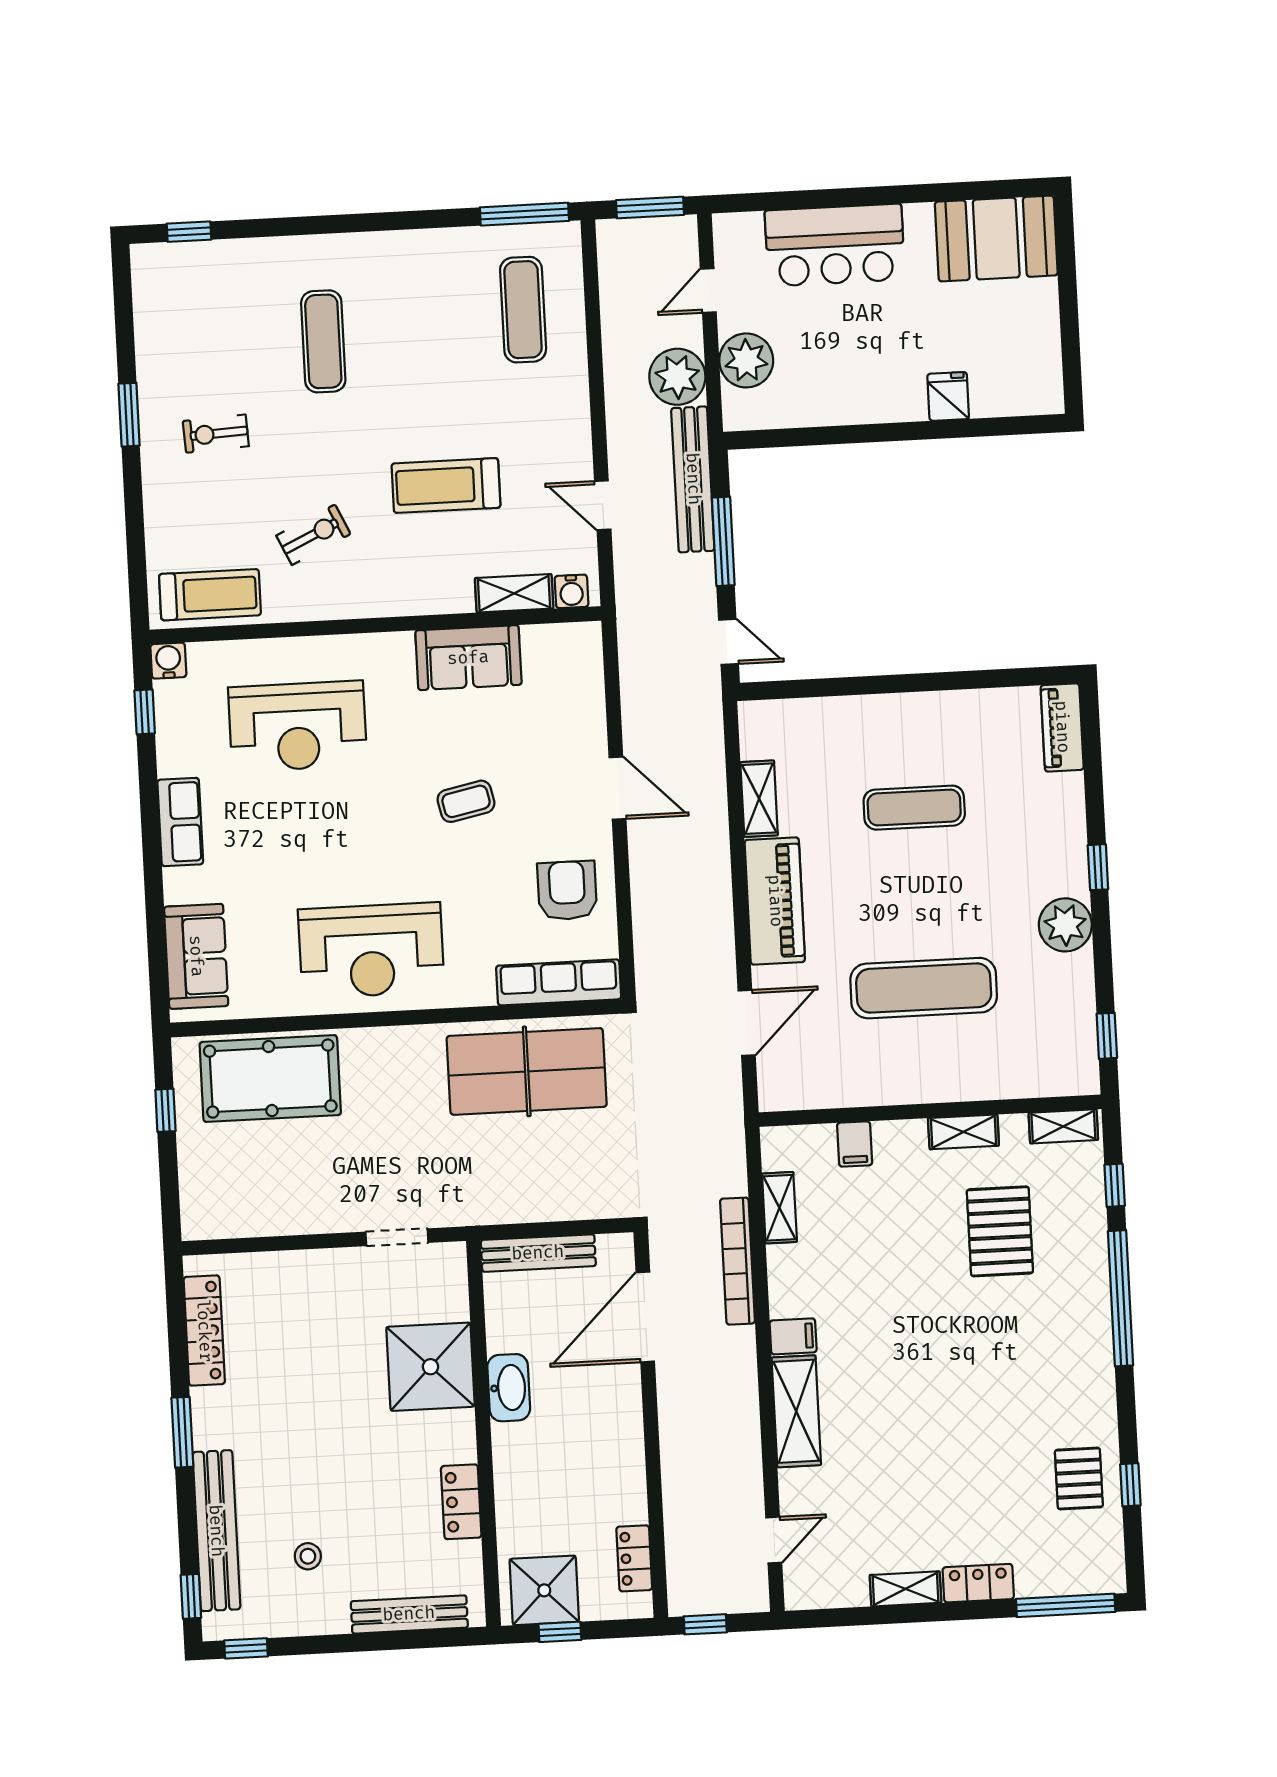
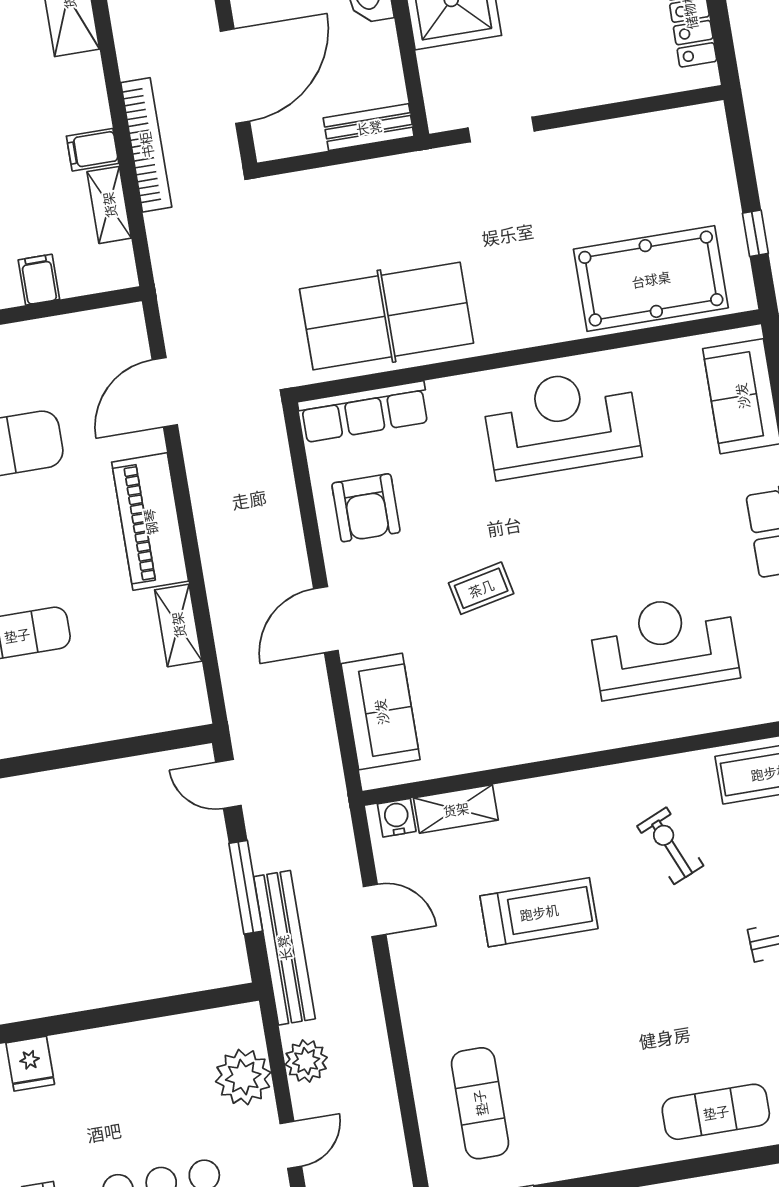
exercise mat: (323, 341) -> (716, 1112), moved, turned 90
plant: (677, 377) -> (306, 1061), width x0.73, depth x0.73
exercise bike: (313, 535) -> (670, 846), turned 92
sofa: (468, 658) -> (381, 712), moved, turned 90
door: (618, 788) -> (326, 620), hinge flipped
bench: (538, 1253) -> (369, 127), width x0.73
filing cabinet: (793, 1336) -> (93, 150), moved

